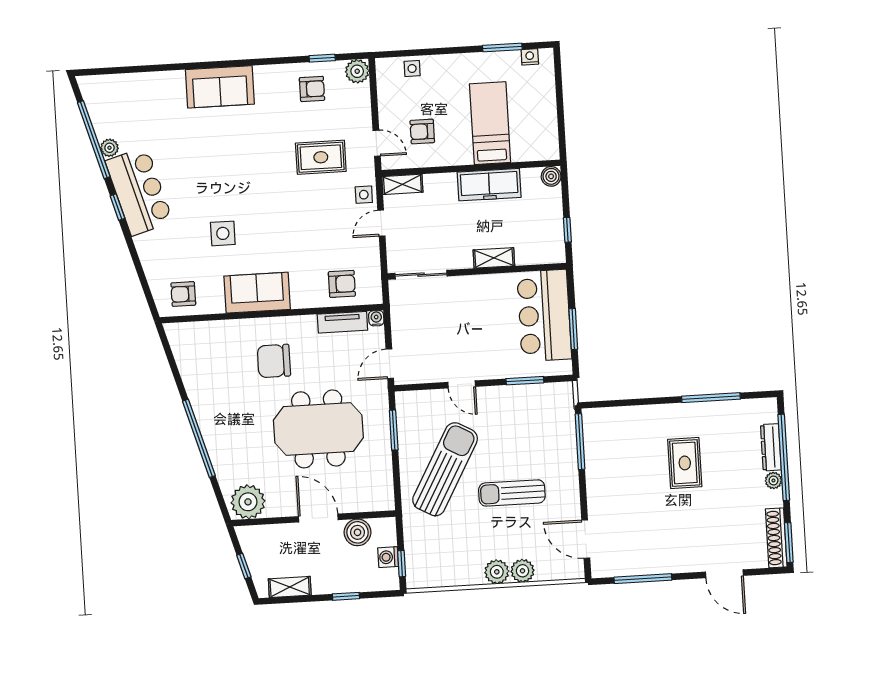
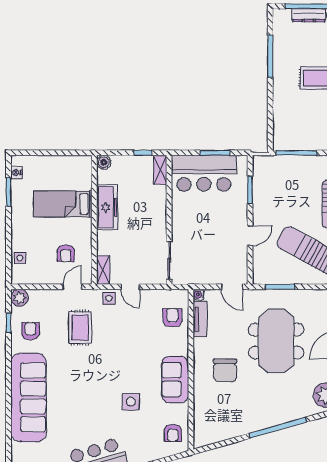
sofa: (220, 87) -> (29, 397), width x1.85, depth x1.27
shelving: (494, 258) -> (160, 170), moved

